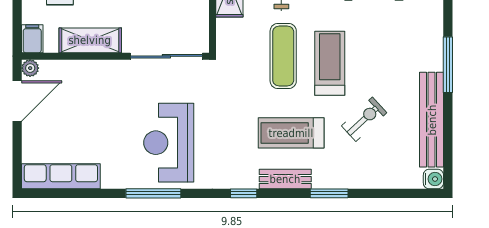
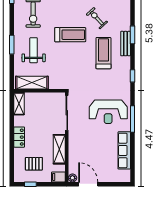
exercise mat: (283, 56) -> (67, 57), removed
treadmill: (330, 63) -> (70, 35), turned 180
treadmill: (291, 133) -> (103, 53), turned 180
row of seats: (61, 176) -> (124, 150), moved
bench: (285, 179) -> (126, 44), moved

